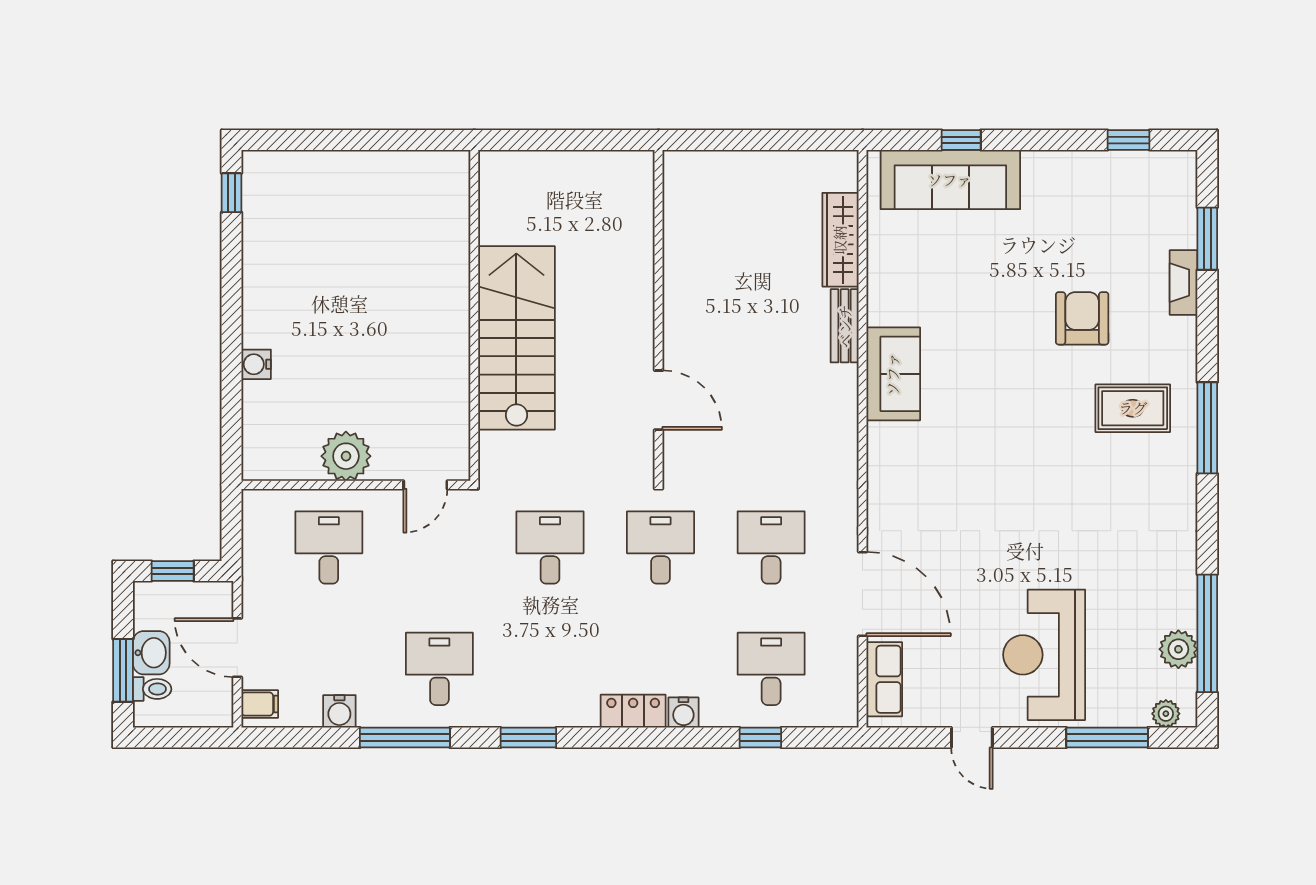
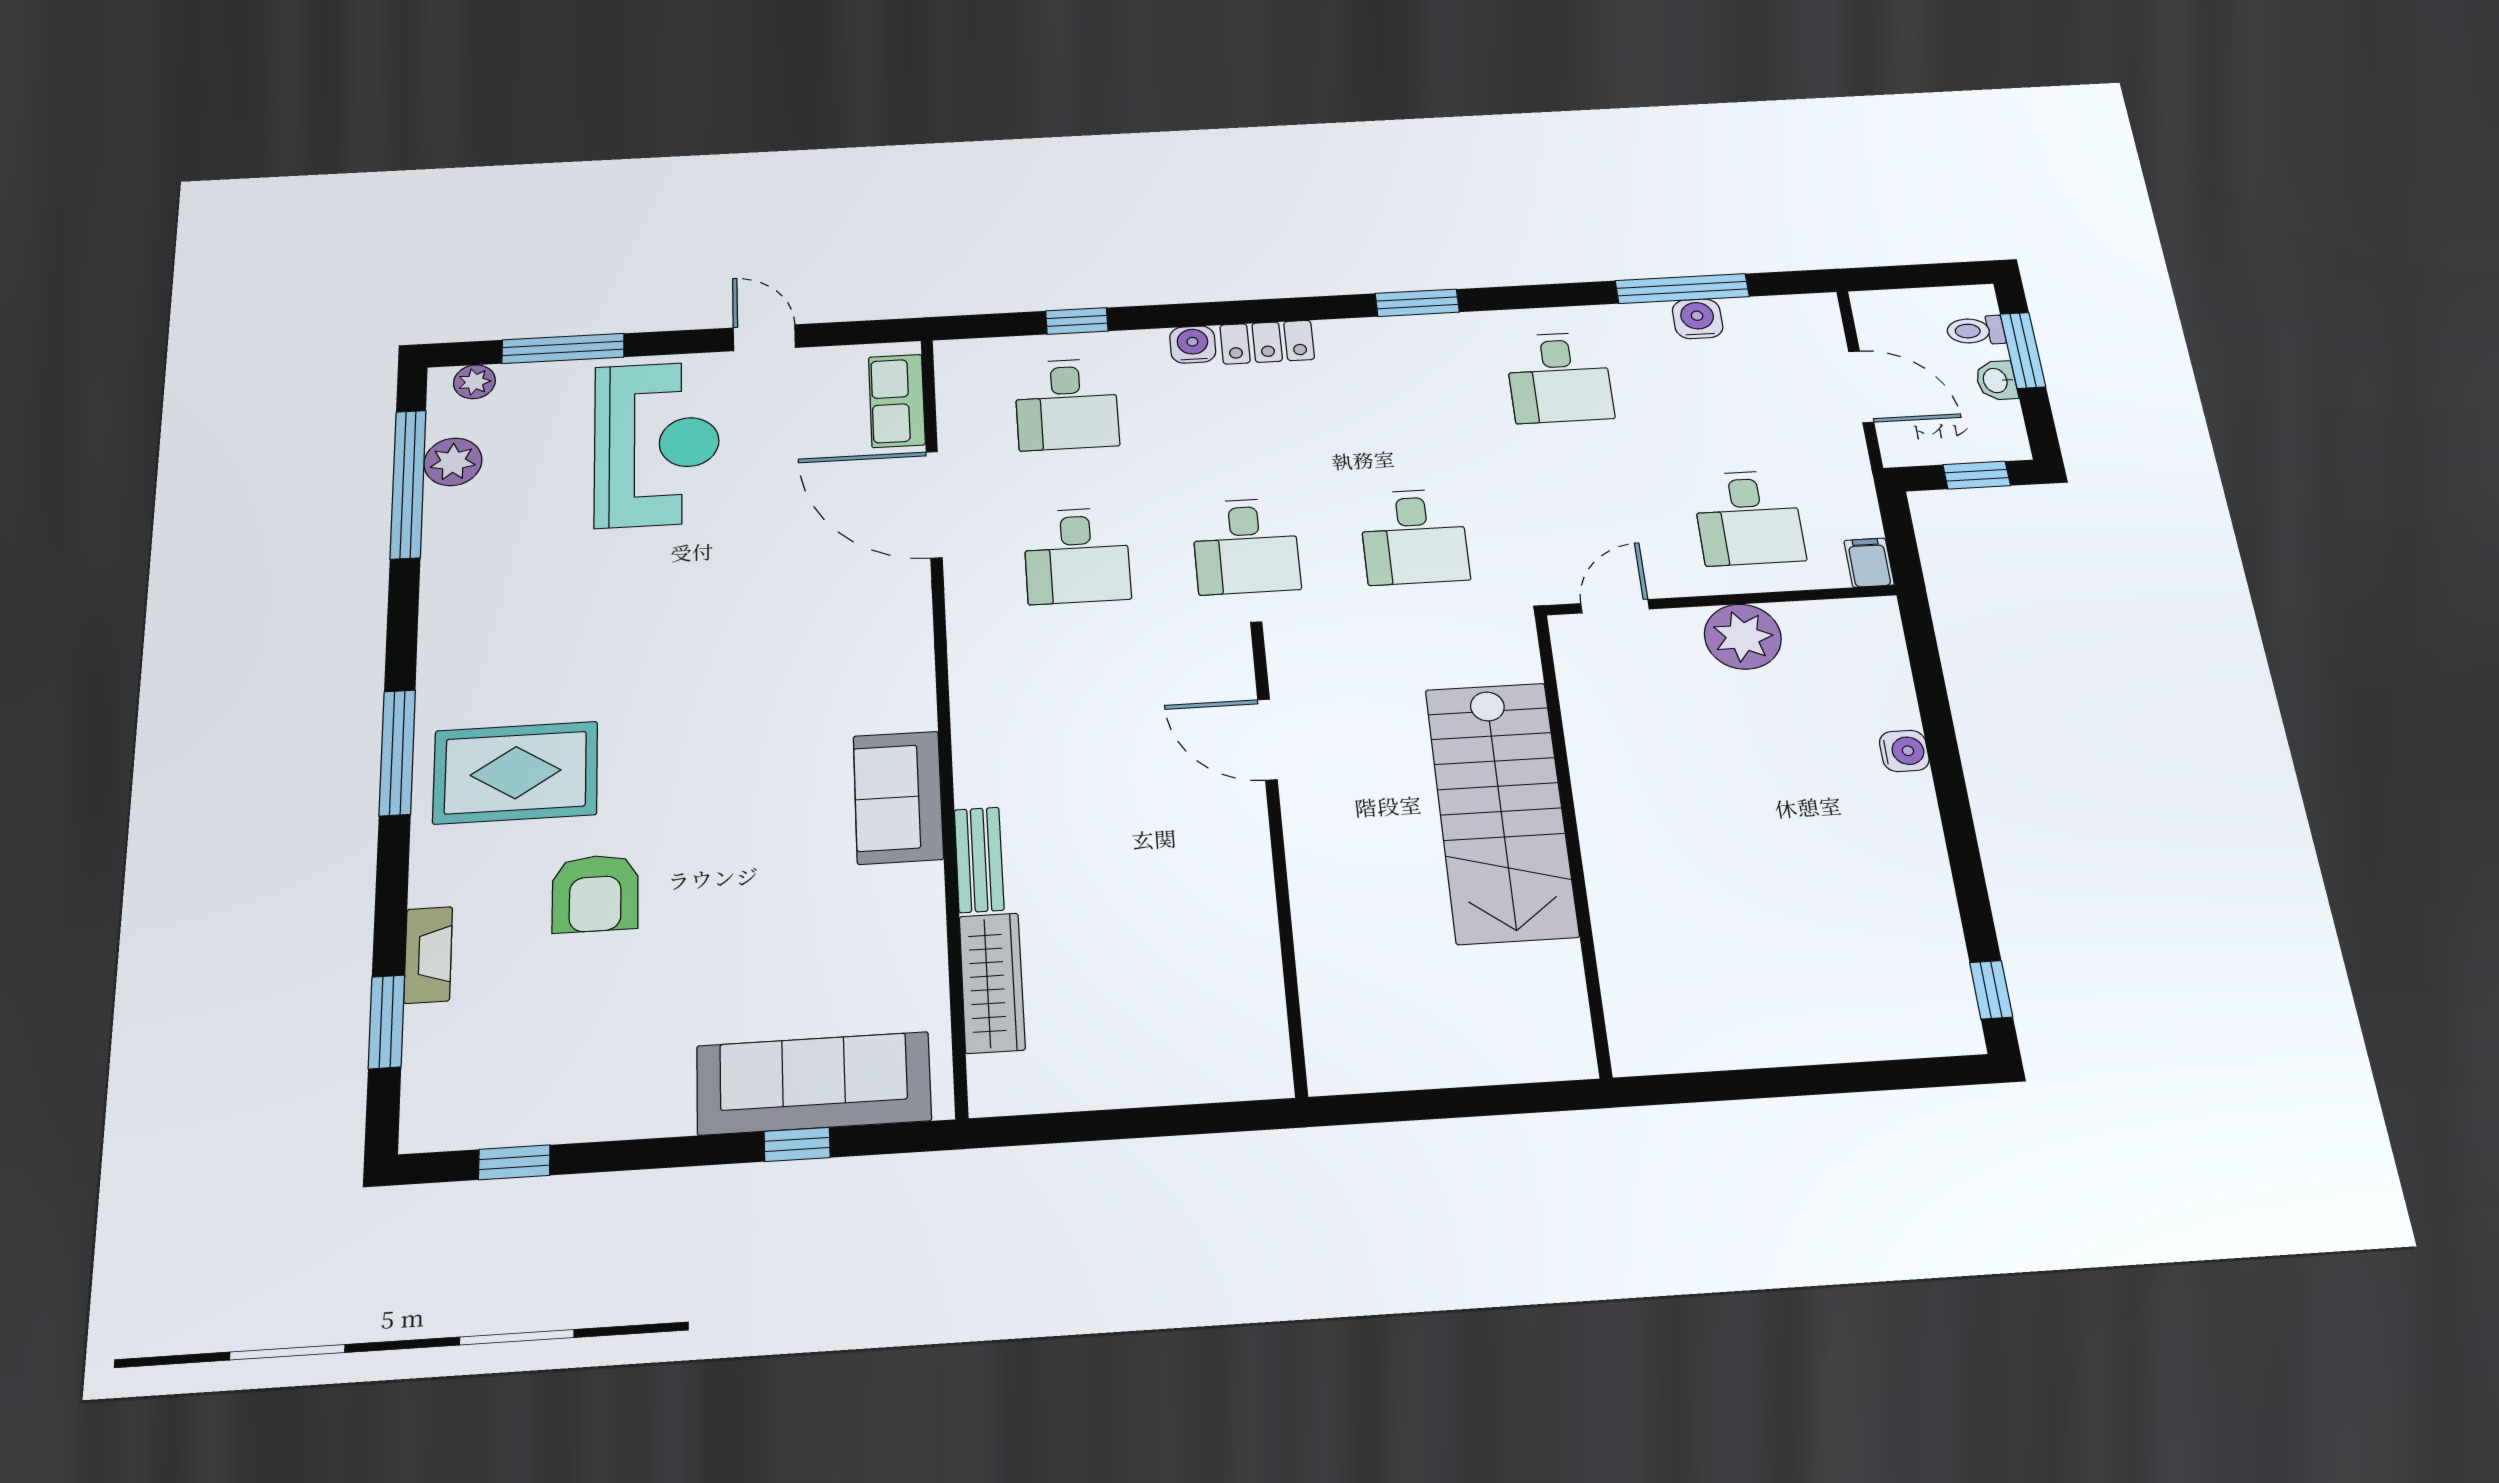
rug: (1133, 408) -> (516, 773), width x1.36, depth x1.43
washbasin: (151, 653) -> (1996, 380), width x0.72, depth x0.69
filing cabinet: (260, 704) -> (1869, 563), moved, turned 90
window: (405, 738) -> (1682, 289), moved

